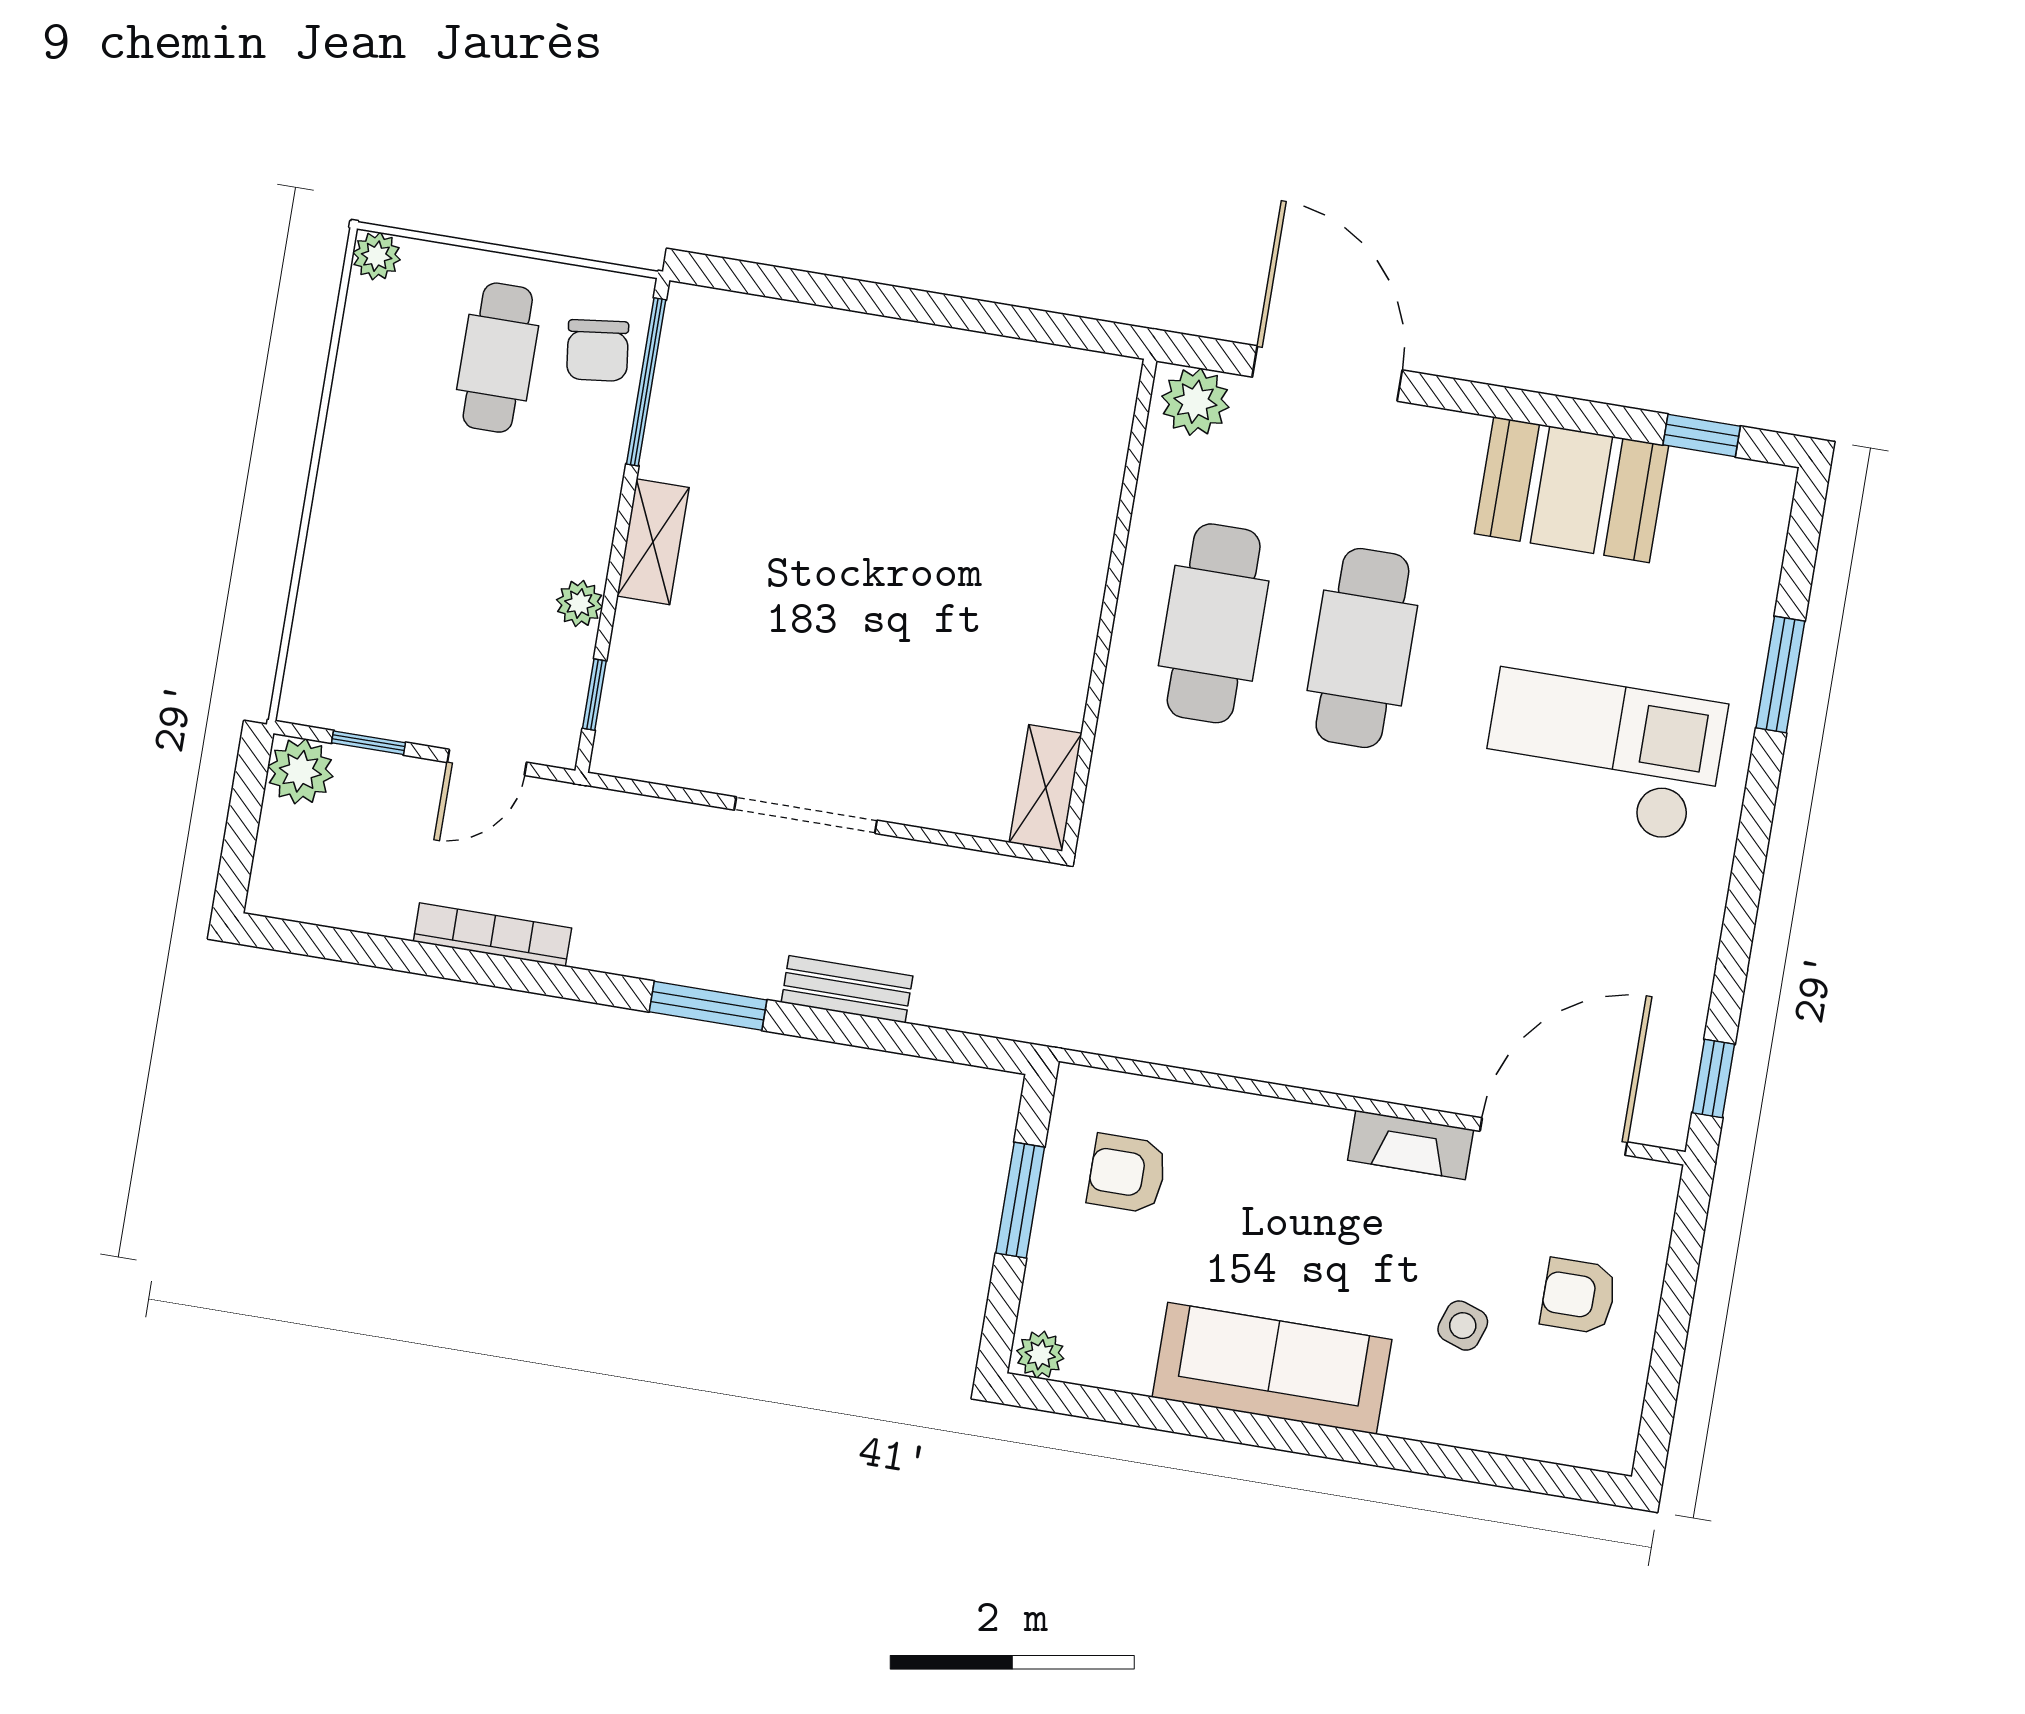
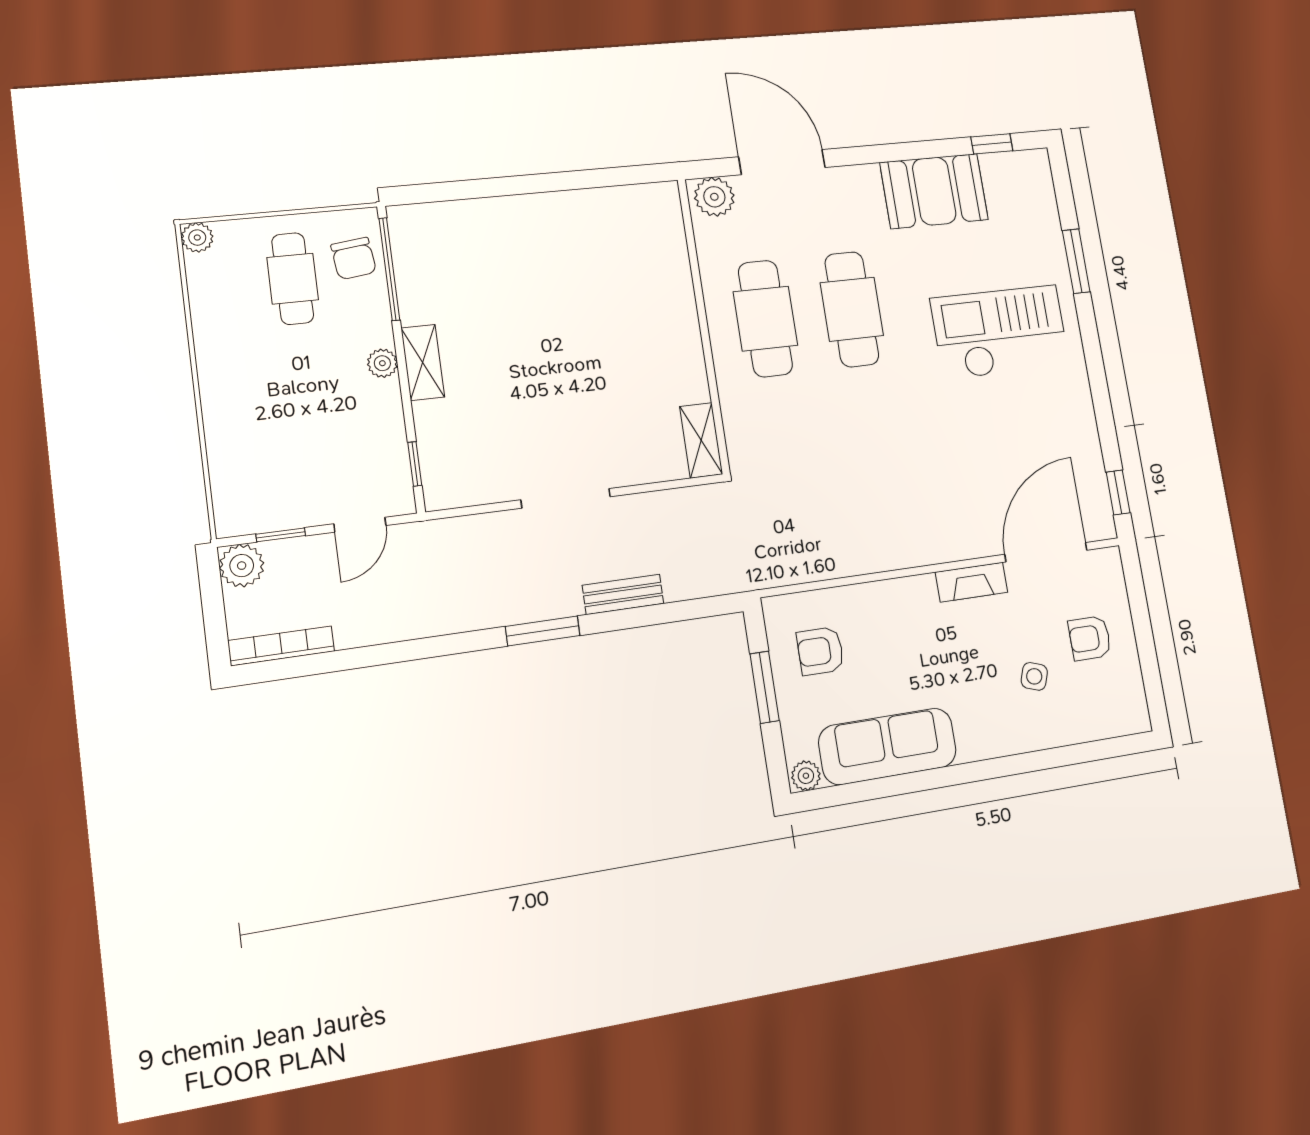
plant: (580, 603) -> (382, 363), moved
bookcase: (492, 935) -> (281, 646), moved
sofa: (1272, 1368) -> (888, 746), moved

